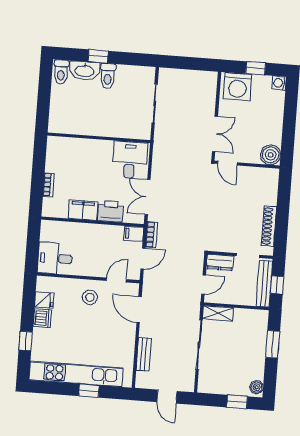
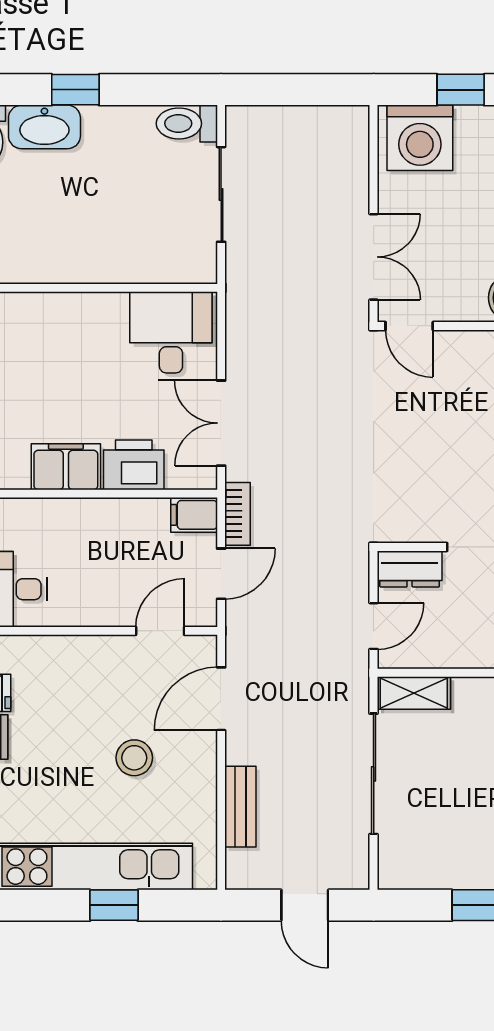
toilet: (108, 76) -> (187, 123), moved, turned 90
stool: (90, 297) -> (134, 758), moved
door: (139, 310) -> (221, 699), hinge flipped

